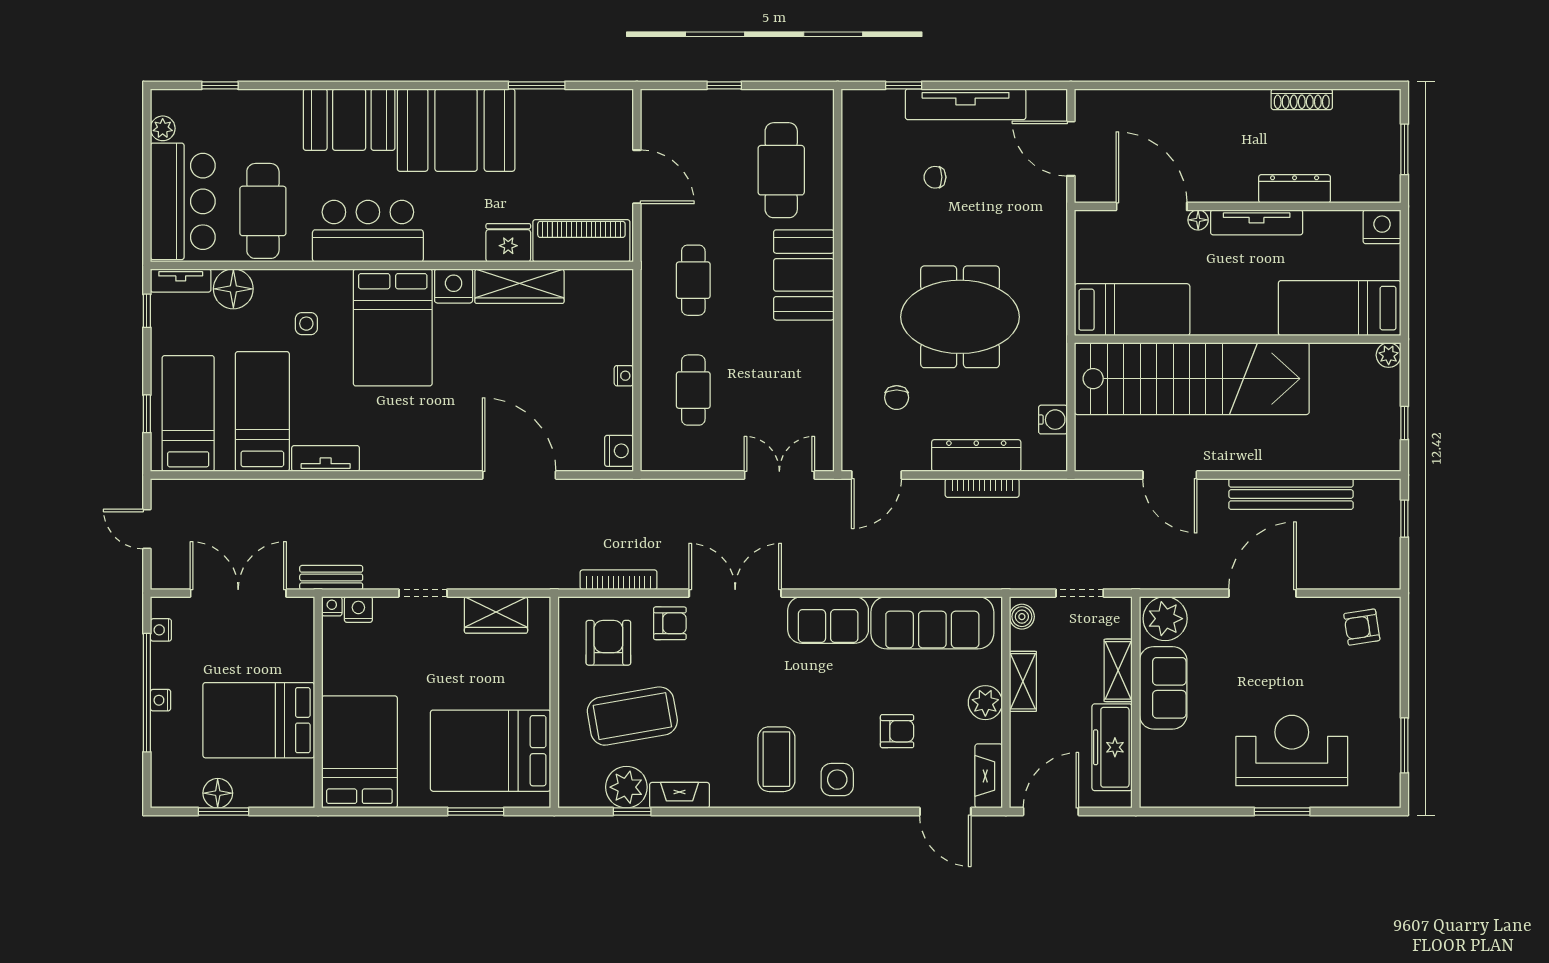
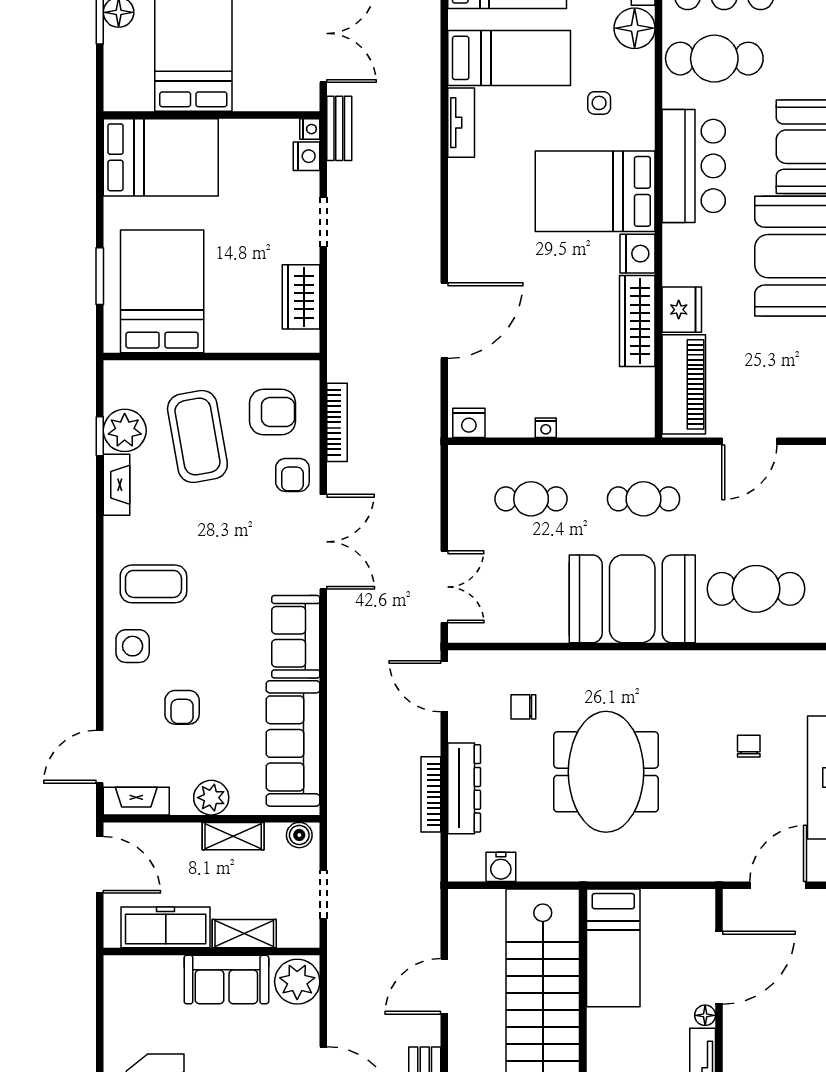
booth: (804, 275) -> (632, 599), width x1.36, depth x1.42

